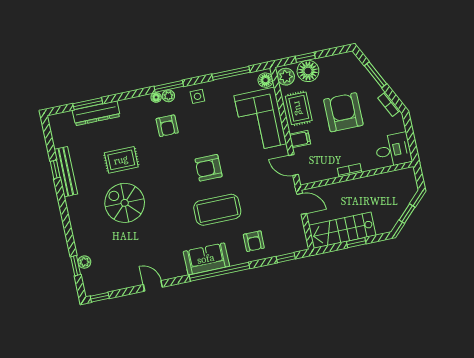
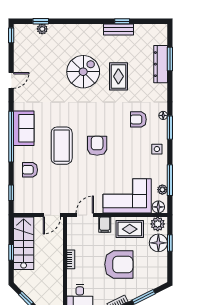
plant: (168, 96) -> (162, 190), moved
bench: (66, 172) -> (119, 29), width x0.73

